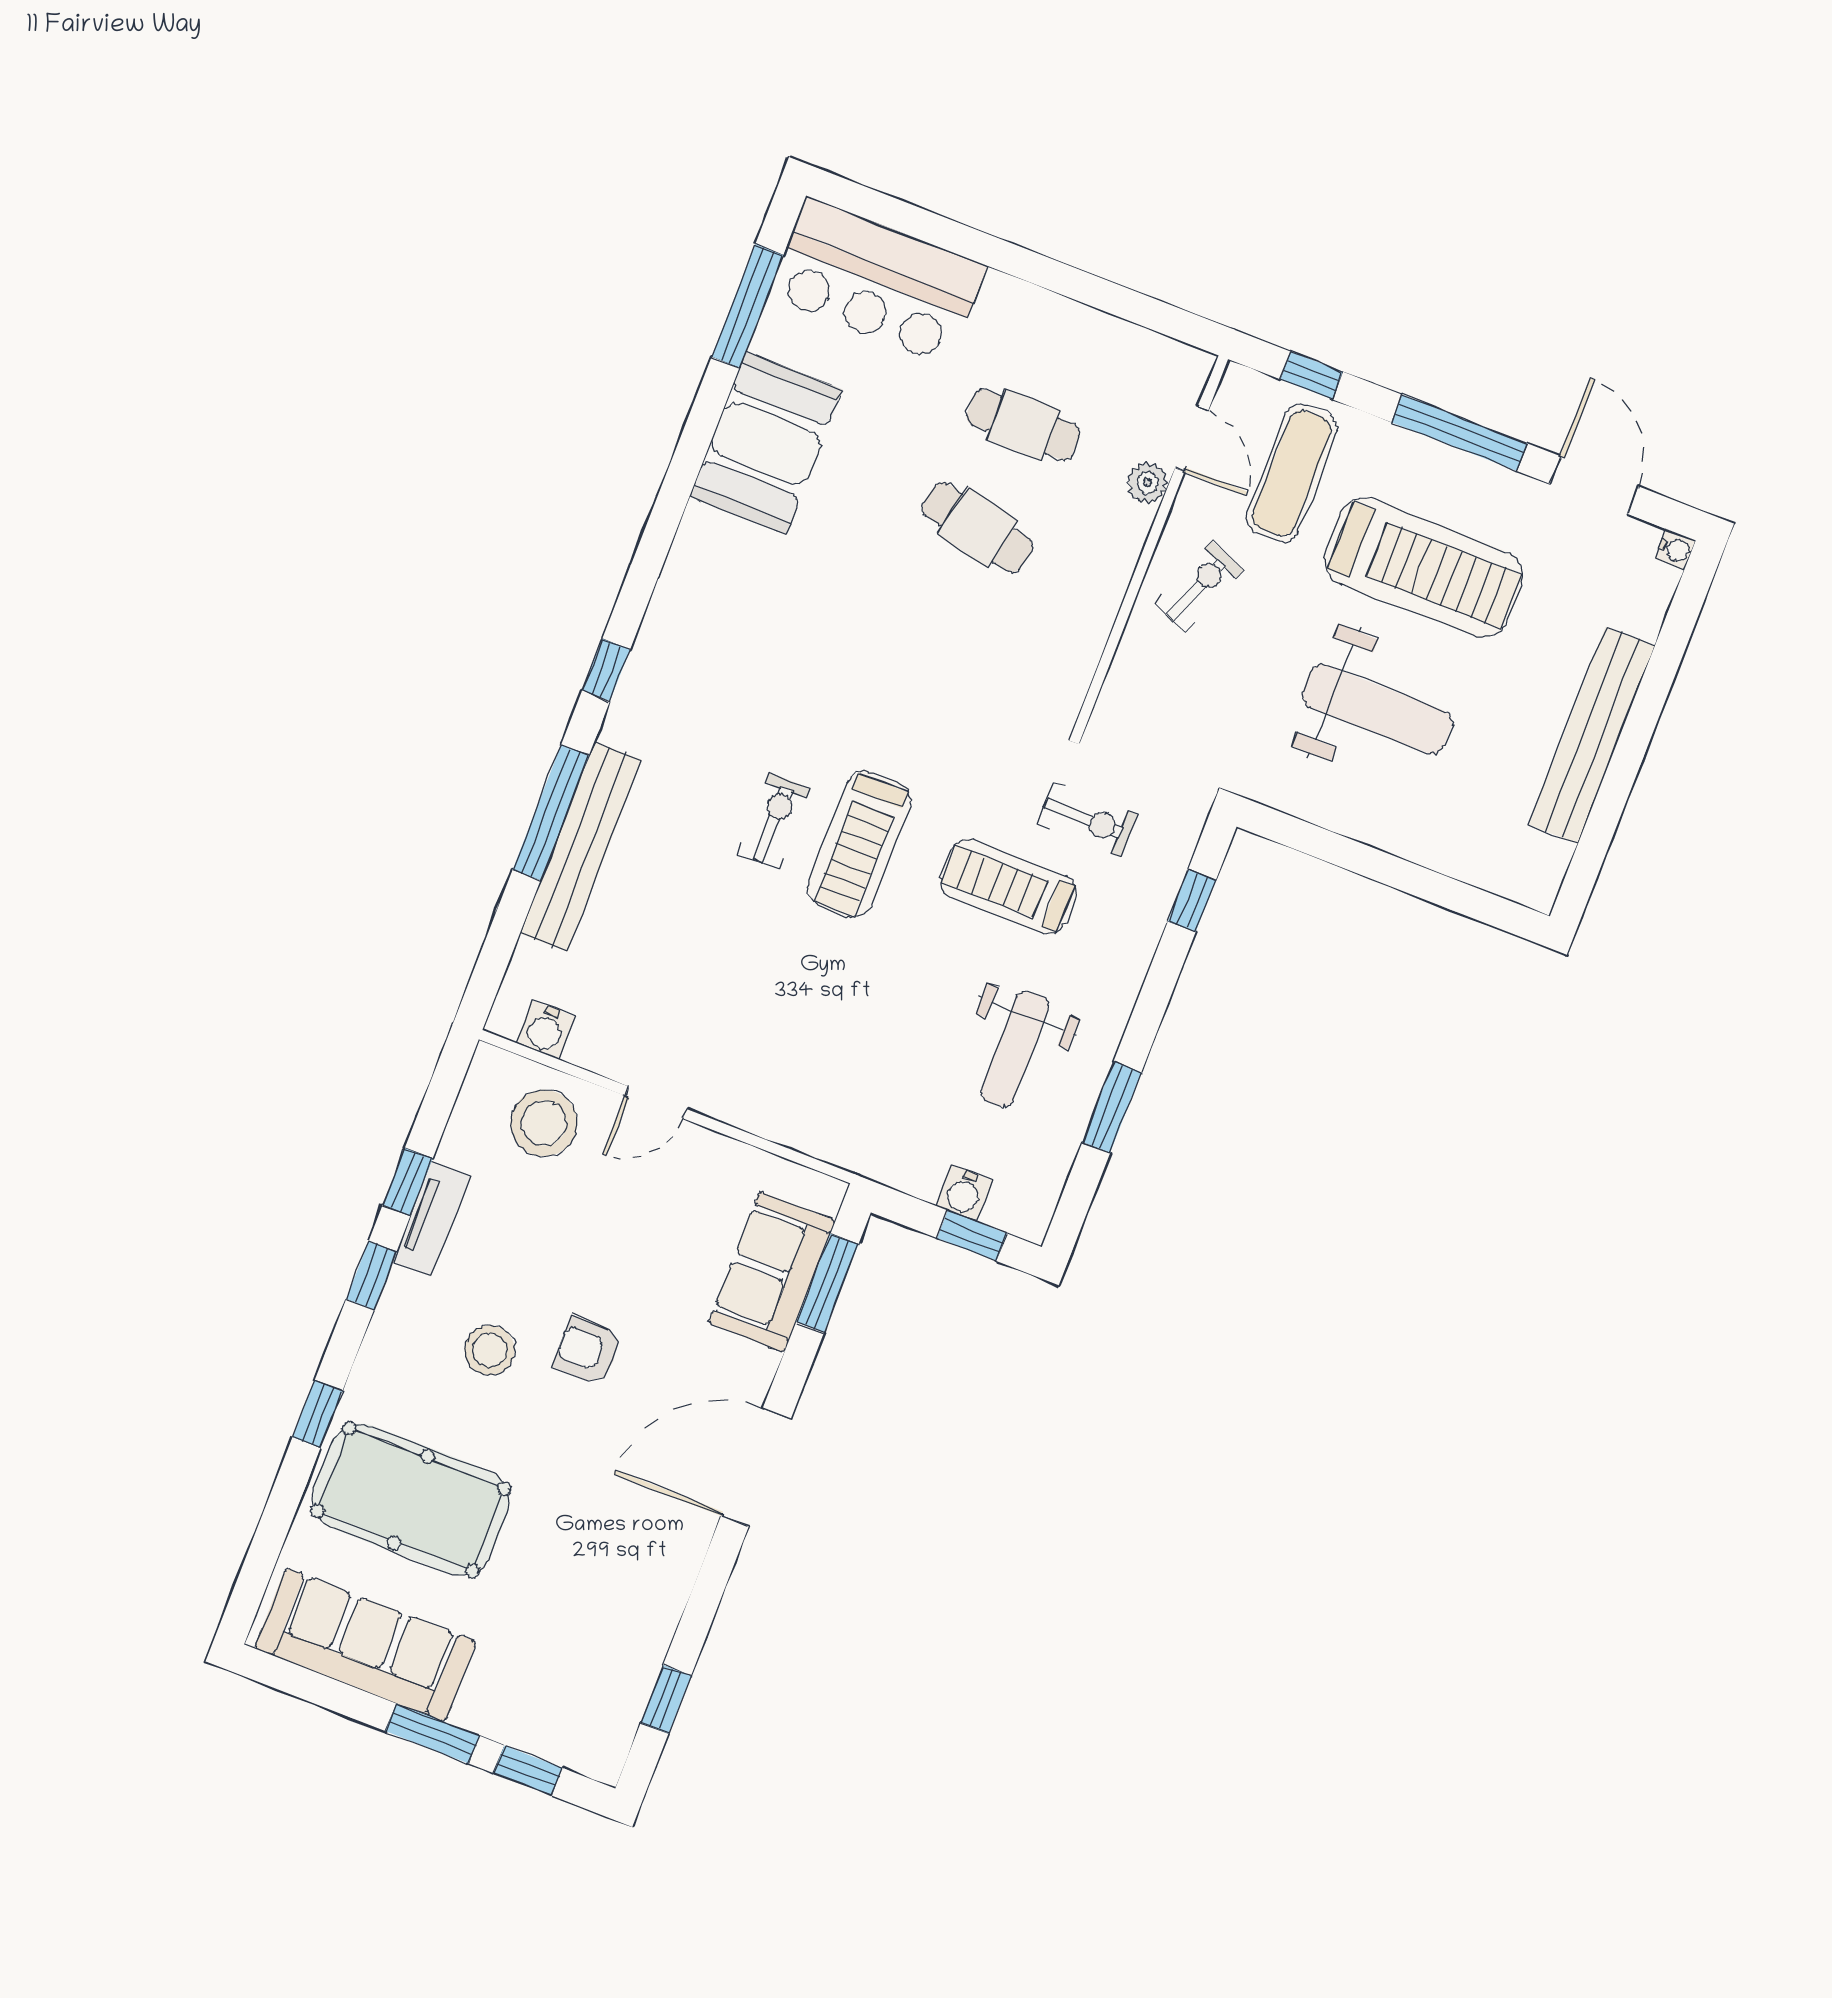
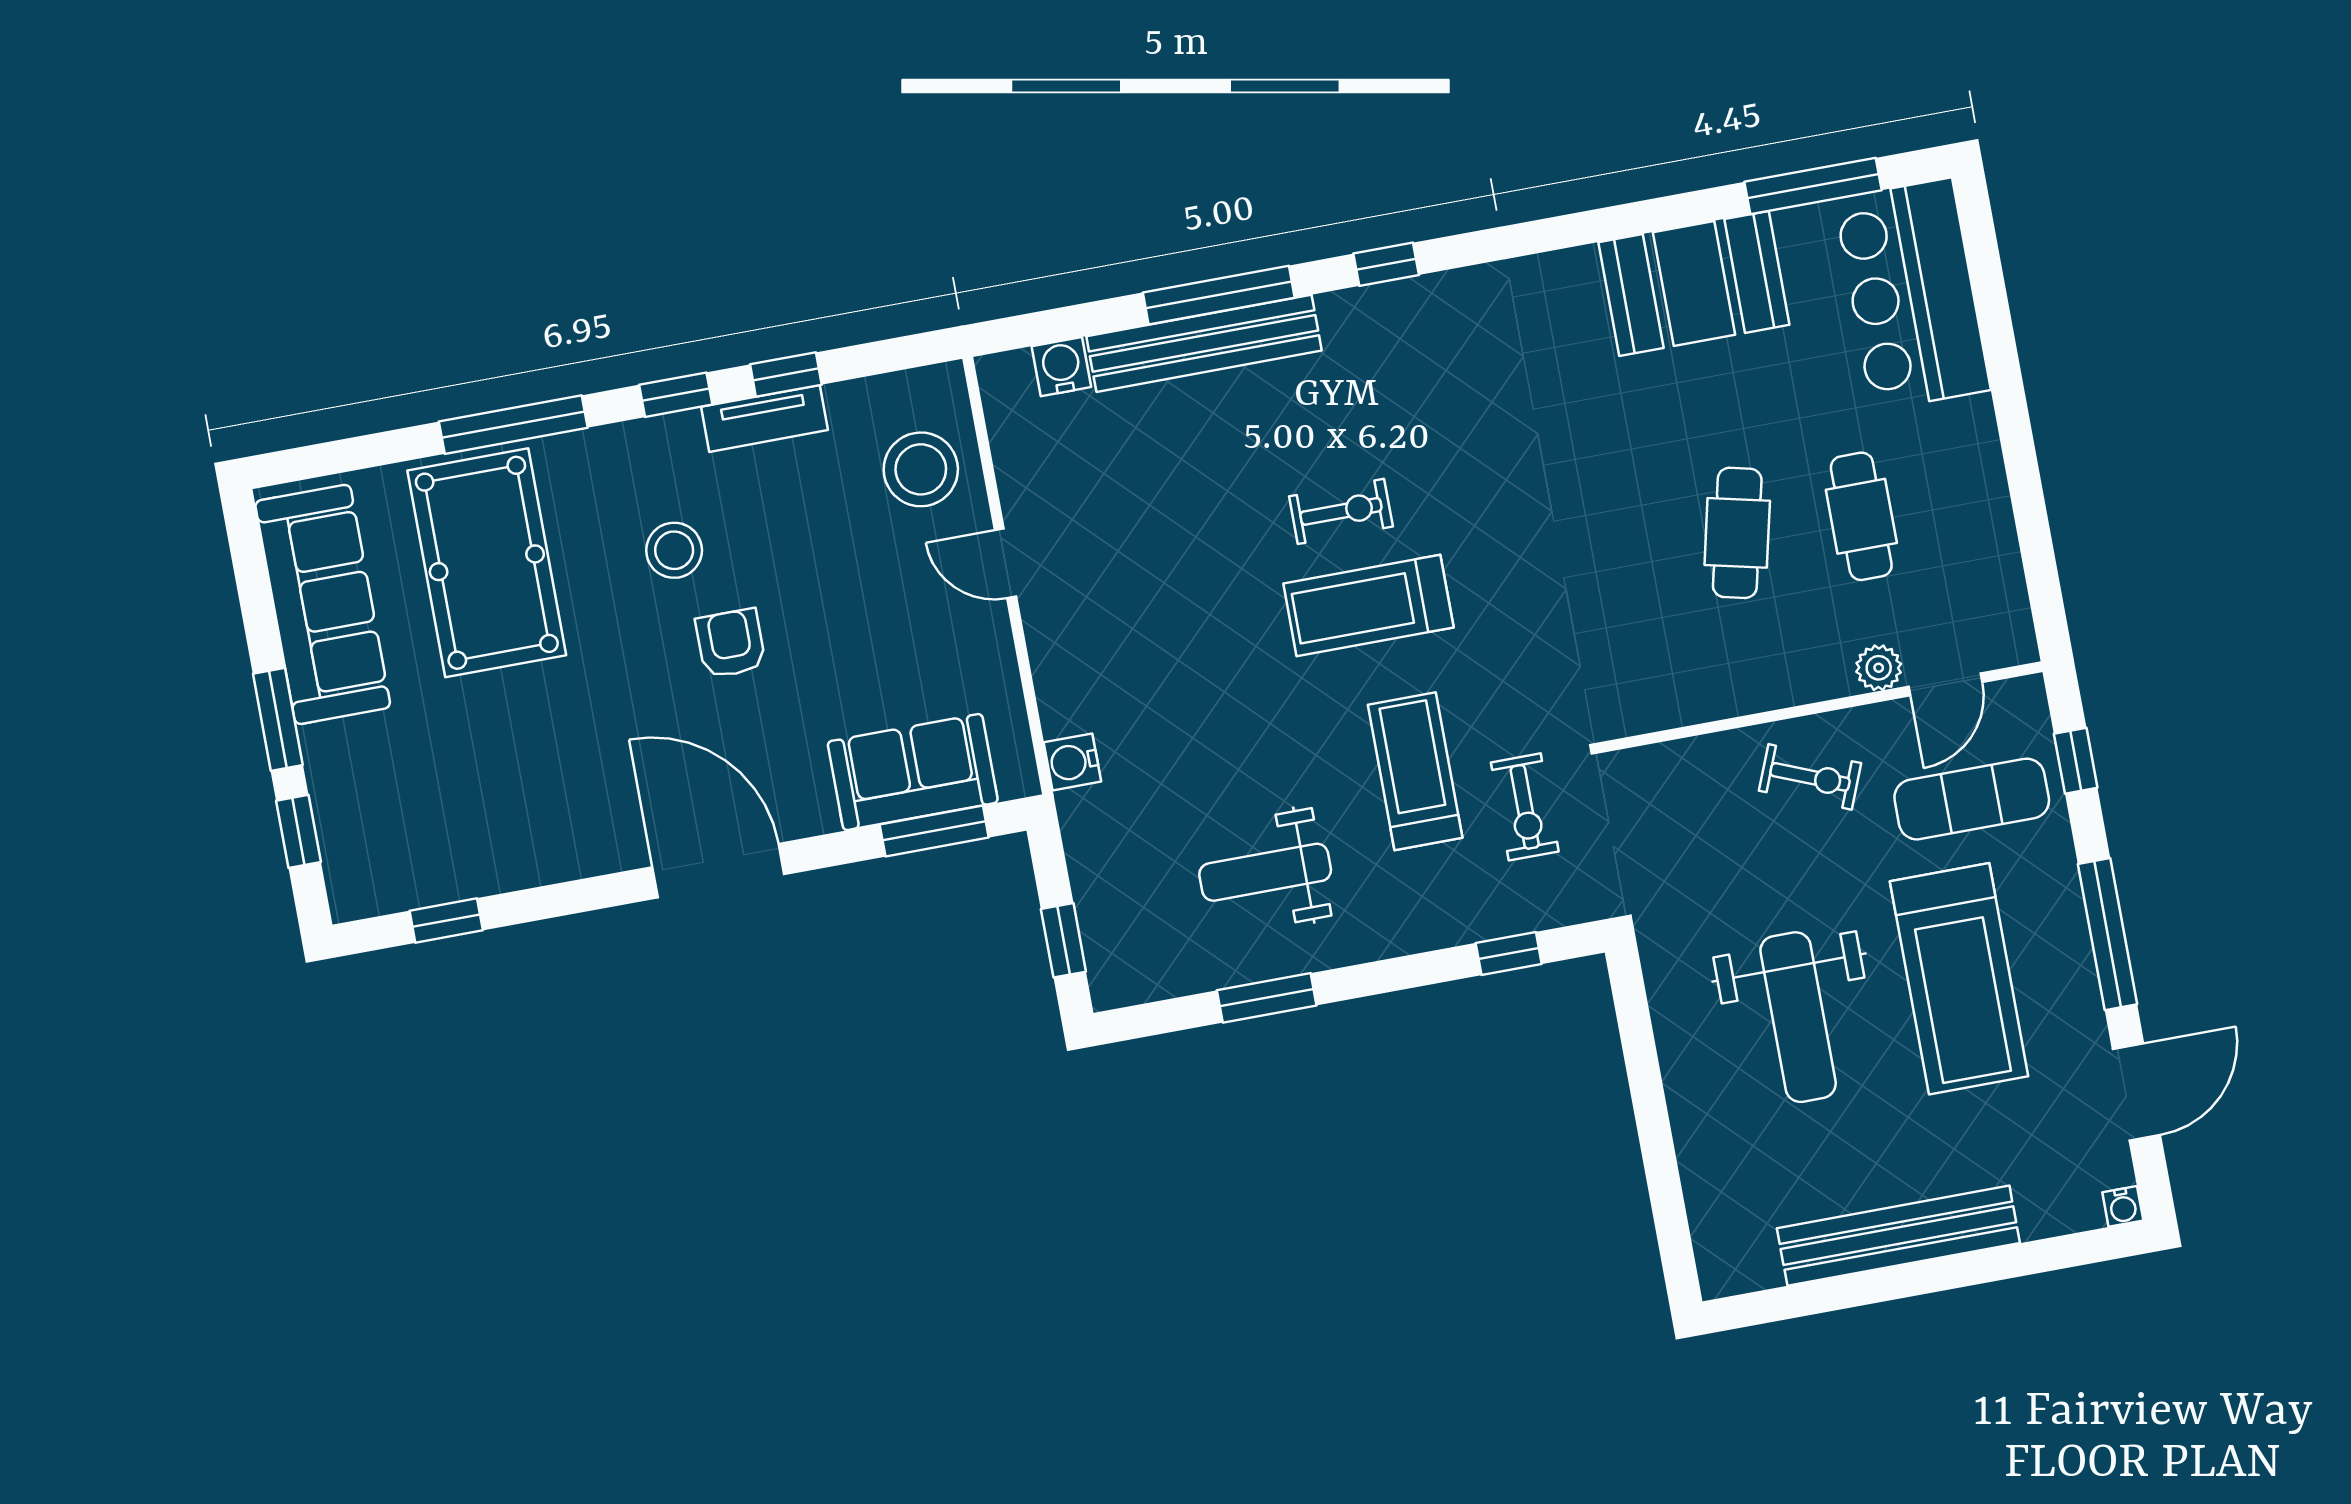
water cooler: (546, 1030) -> (1061, 367), moved, turned 90
water cooler: (964, 1193) -> (1072, 762), moved
window: (317, 1414) -> (513, 425), width x2.17

